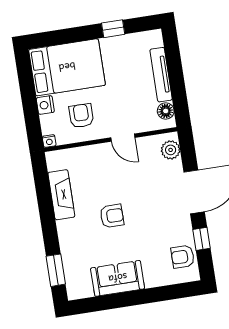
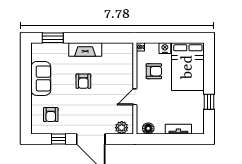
tv unit: (161, 75) -> (178, 129), width x0.71
fireplace: (61, 195) -> (85, 50), moved
armchair: (183, 257) -> (51, 115), moved, turned 180

